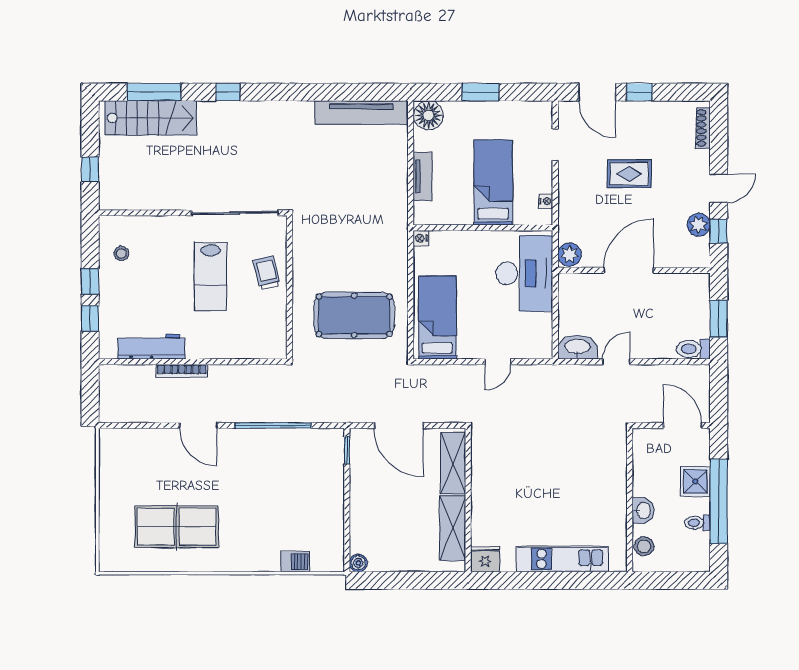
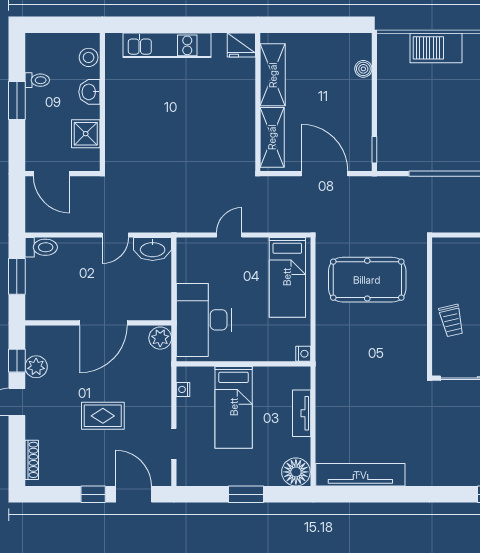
shower: (695, 481) -> (86, 134), moved
window: (719, 502) -> (17, 101), width x0.47
barbecue: (295, 562) -> (436, 48), width x1.88, depth x1.53
boiler: (358, 563) -> (363, 69), moved

